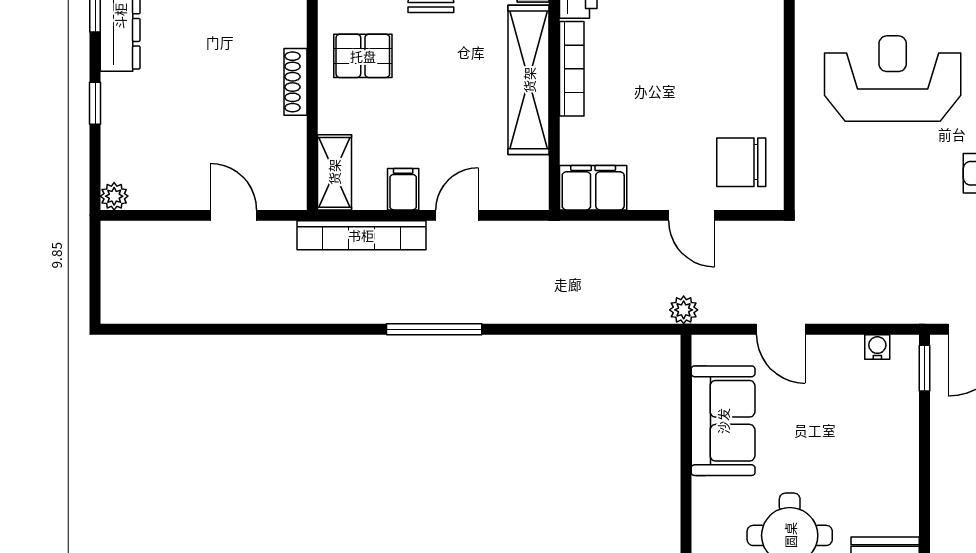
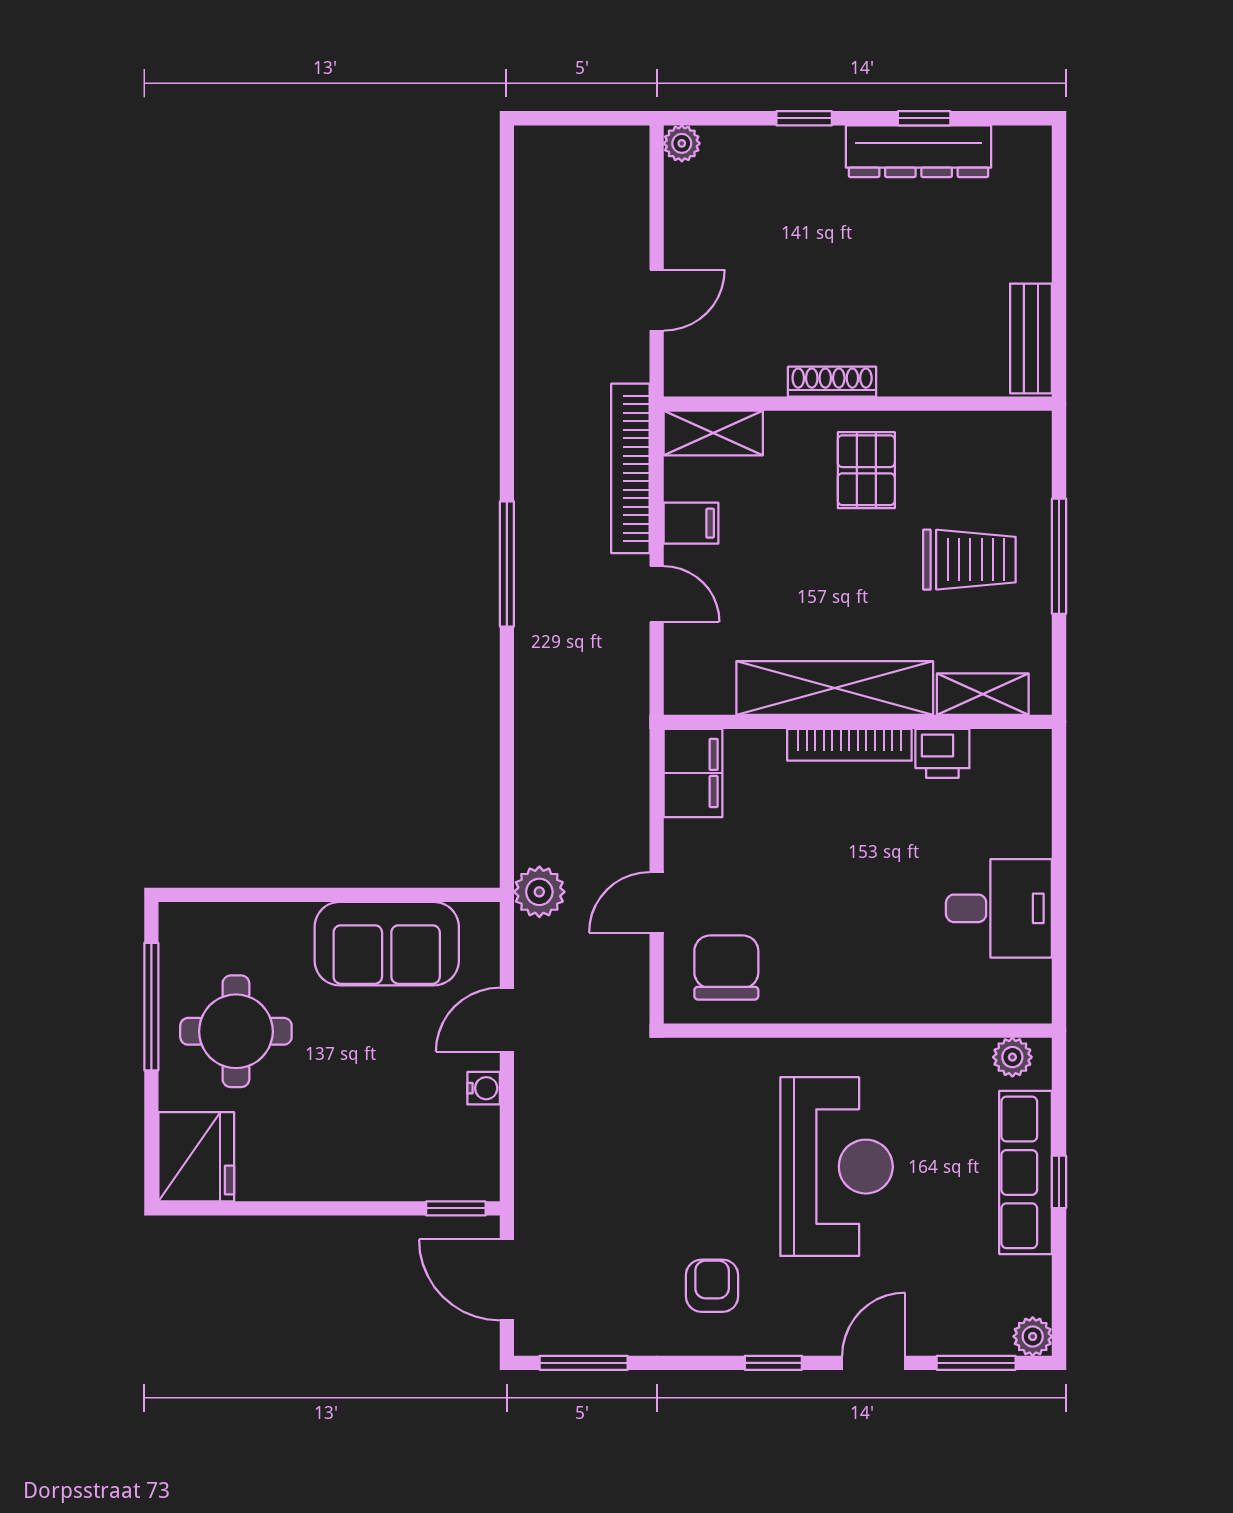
plant: (684, 310) -> (539, 892), width x1.38, depth x1.38
water cooler: (877, 347) -> (484, 1088), moved

